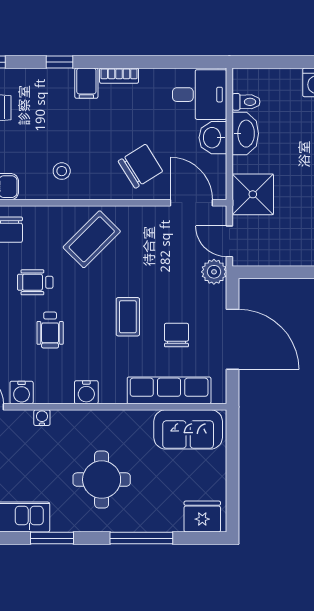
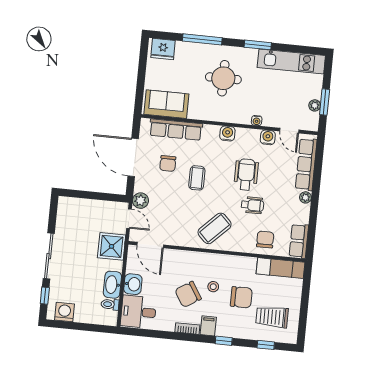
chair: (38, 134) -> (241, 297), added
chair: (140, 166) -> (188, 294), moved
stool: (62, 171) -> (213, 287), moved
wheelchair: (50, 330) -> (246, 175), width x1.36, depth x1.37

